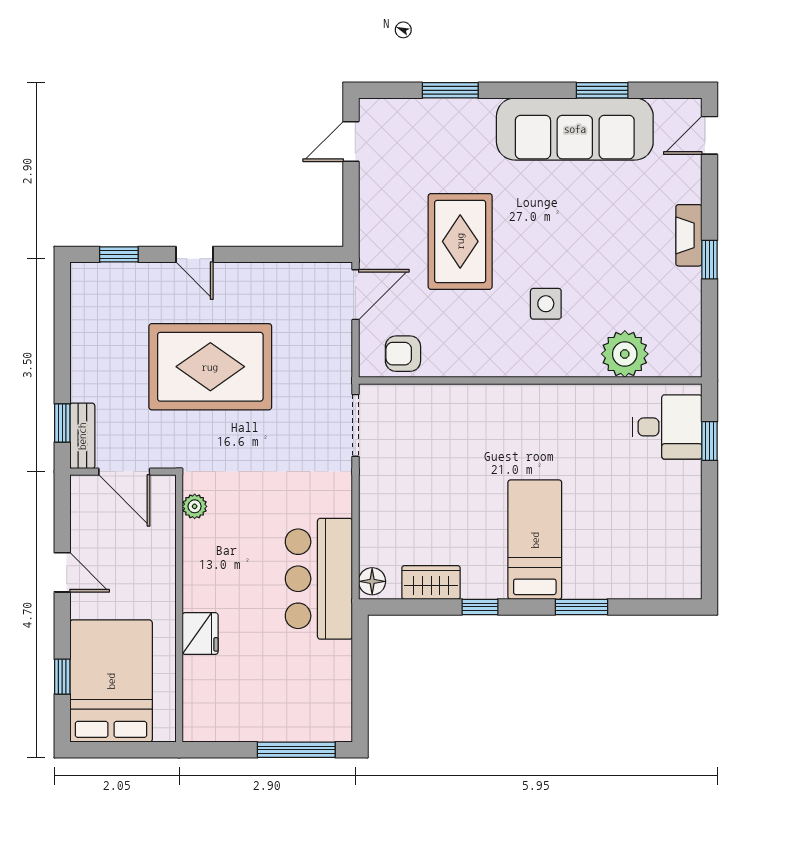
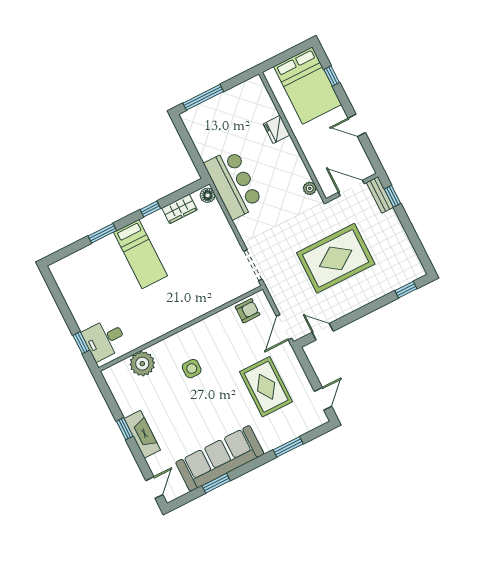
fireplace: (689, 235) -> (142, 434), width x1.37, depth x1.32
rug: (460, 241) -> (266, 387), moved
door: (194, 254) -> (323, 332), moved

